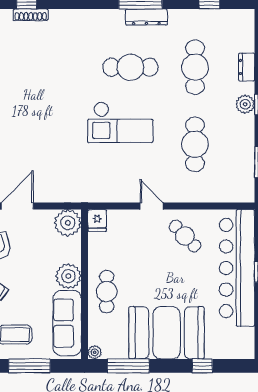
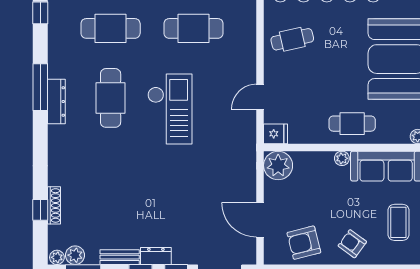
dresser: (146, 17) -> (56, 101), moved
door: (152, 206) -> (260, 97), moved
cafe table: (185, 236) -> (292, 39), turned 31
plant: (68, 276) -> (342, 158), width x0.53, depth x0.53

